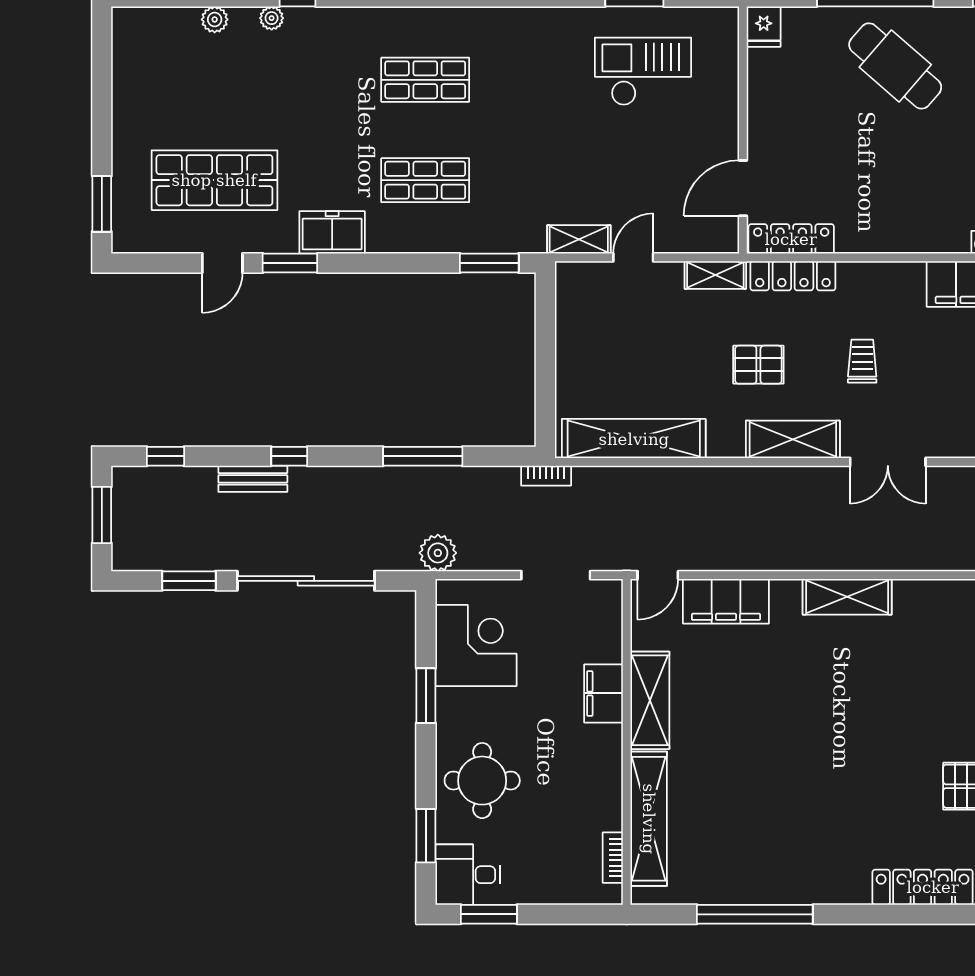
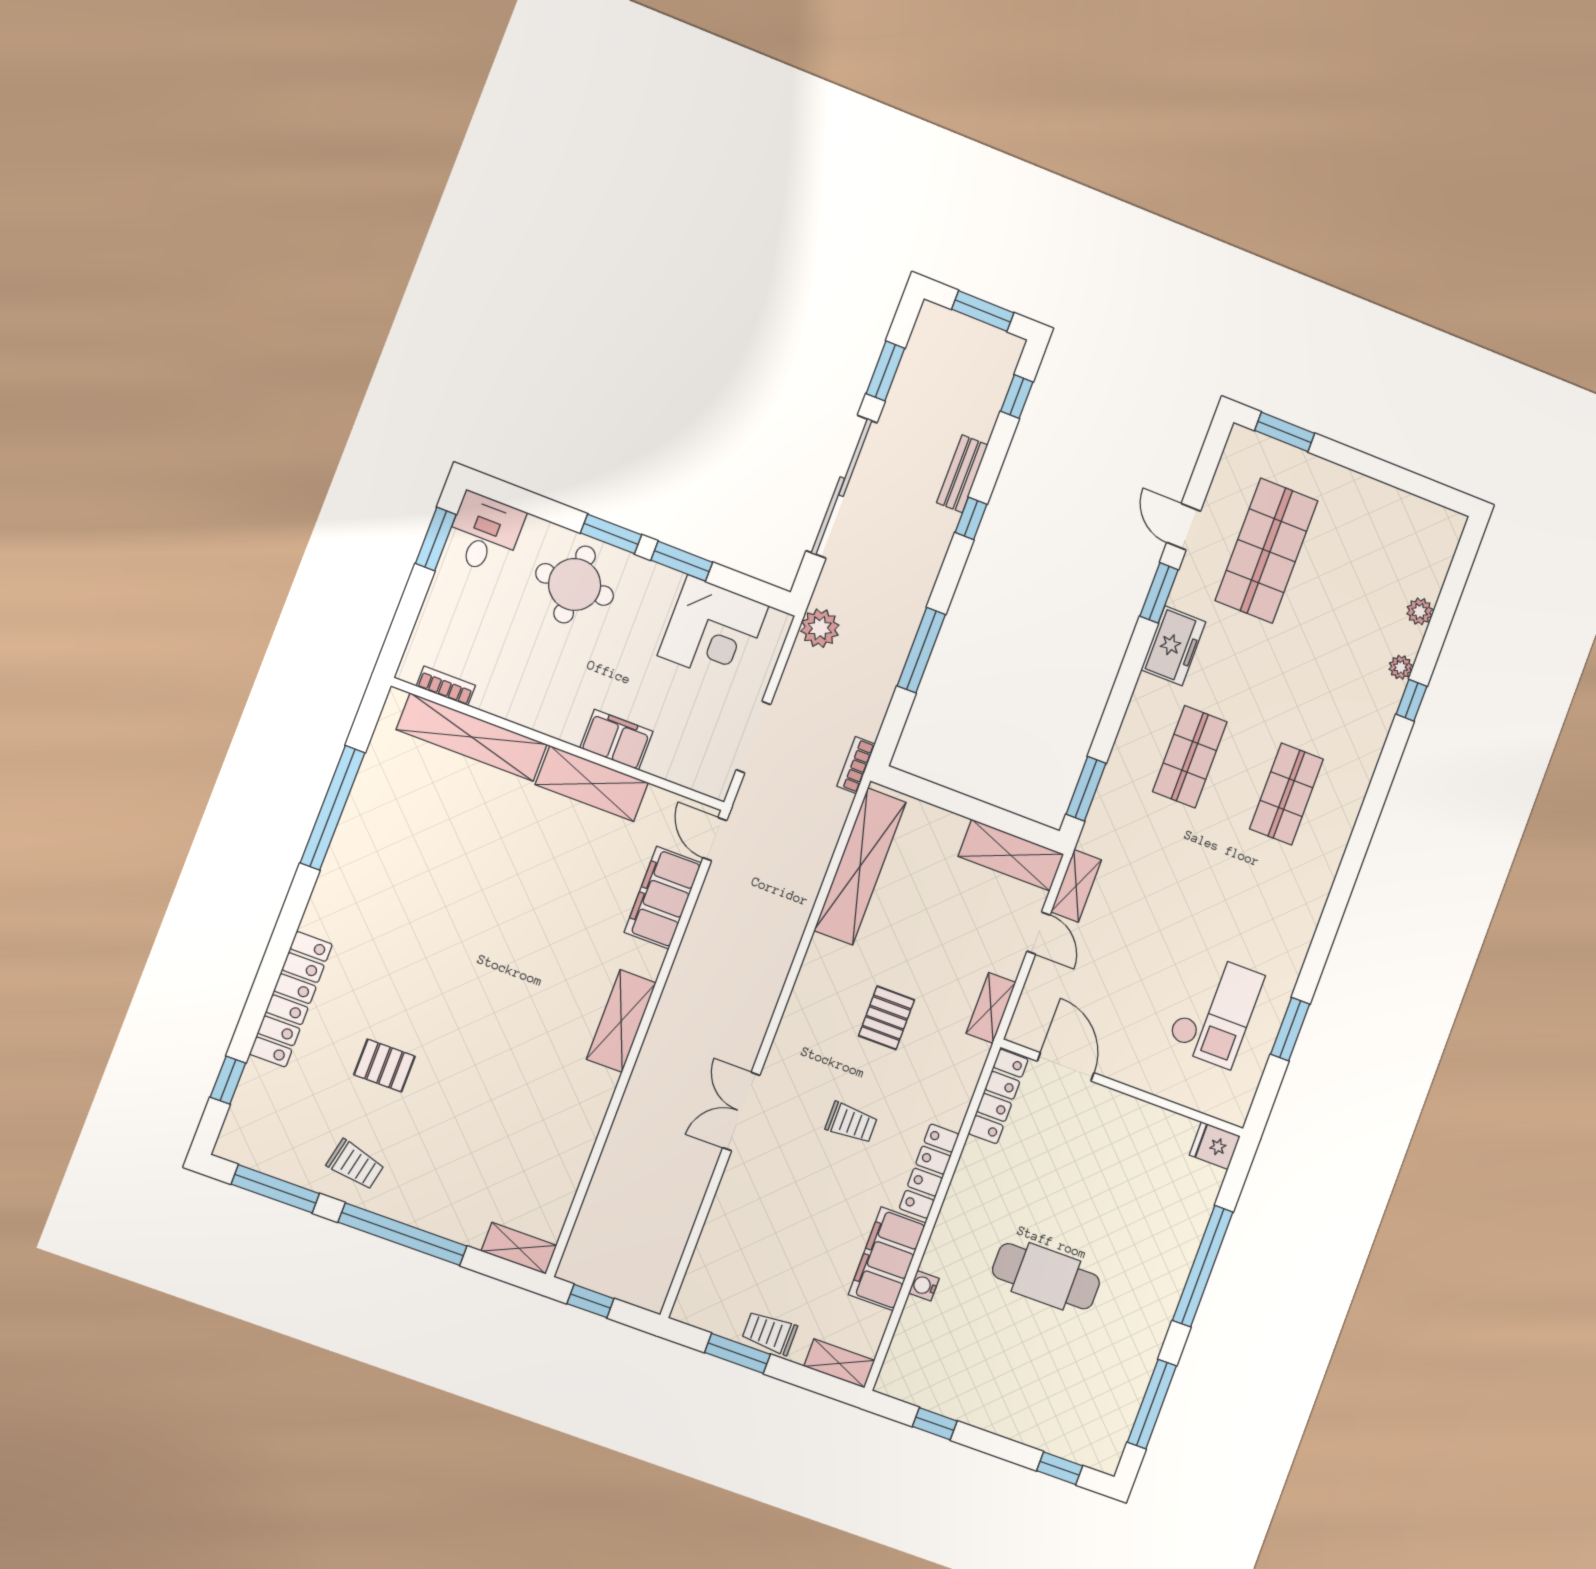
cafe table: (895, 66) -> (1046, 1276), moved, turned 49
locker: (793, 276) -> (929, 1171), moved
shelving: (793, 439) -> (1011, 855), moved, turned 90
window: (426, 836) -> (611, 534), moved

